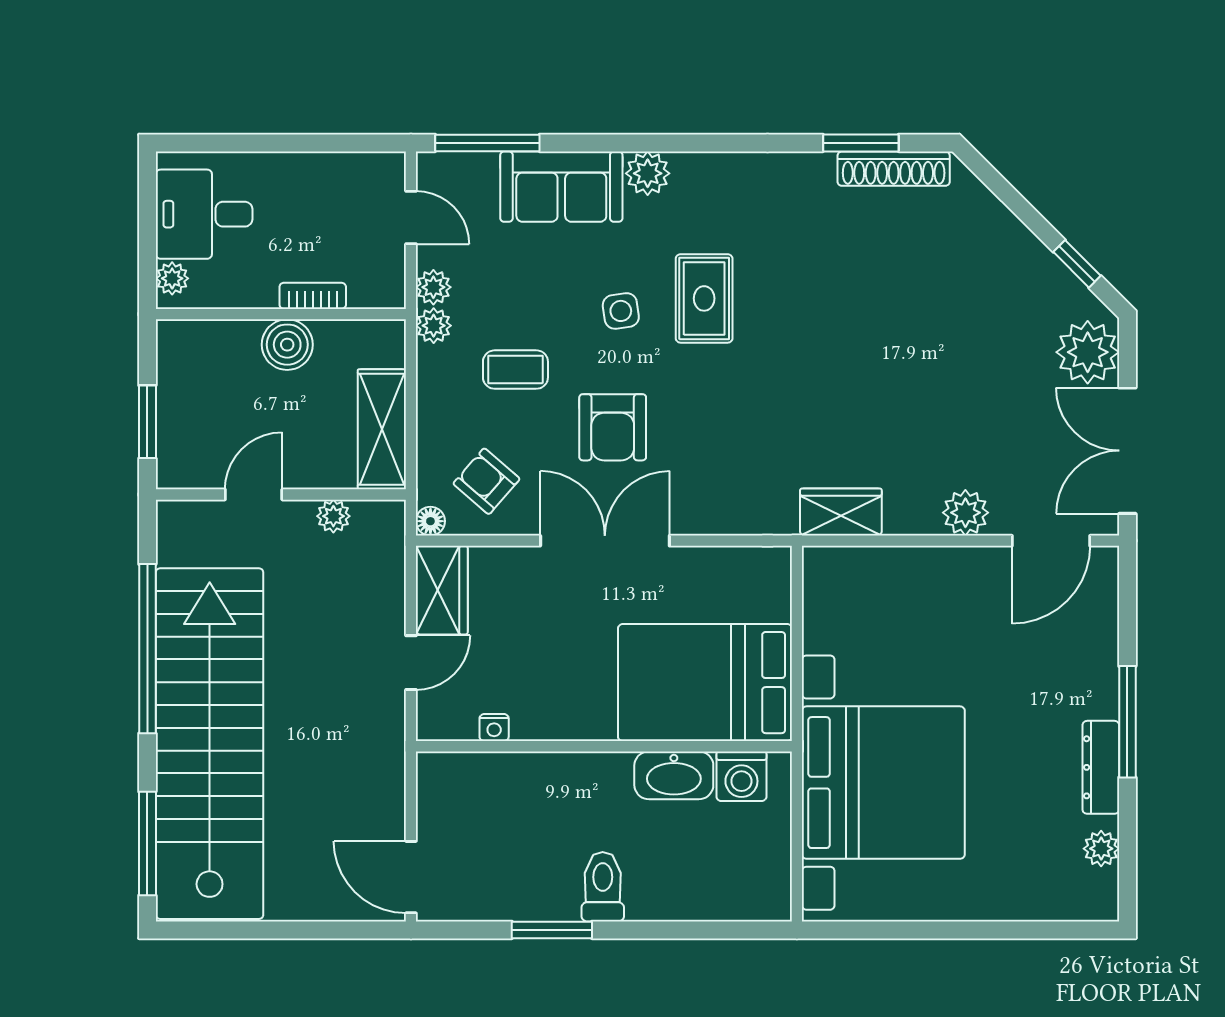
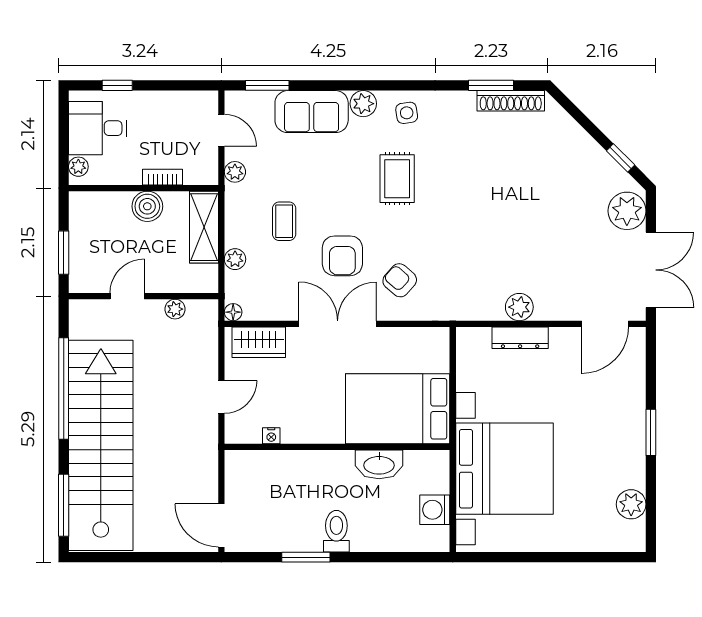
window: (237, 143) -> (117, 85), added
window: (487, 143) -> (267, 85), width x0.69
side table: (621, 311) -> (407, 113), moved
plant: (434, 326) -> (235, 259), moved
coffee table: (515, 370) -> (284, 221), turned 90
shelving: (382, 429) -> (204, 227), moved
double door: (1127, 451) -> (651, 270), swing flipped
armchair: (486, 481) -> (400, 280), moved
wardrobe: (841, 512) -> (479, 307), removed
plant: (965, 513) -> (519, 307), moved
wardrobe: (442, 590) -> (259, 342), moved, turned 90
window: (1127, 722) -> (651, 432), width x0.69
dresser: (1101, 767) -> (520, 338), moved, turned -90
washing machine: (741, 776) -> (435, 510), moved, turned 90
plant: (1101, 849) -> (631, 504), width x1.38, depth x1.38

